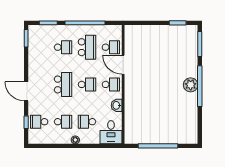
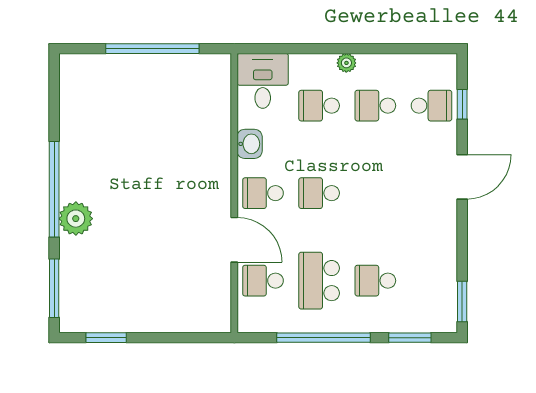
school desk: (63, 84) -> (375, 193), removed
plant: (191, 85) -> (76, 219), moved
door: (26, 91) -> (462, 177), hinge flipped
school desk: (87, 122) -> (319, 106), turned 180

